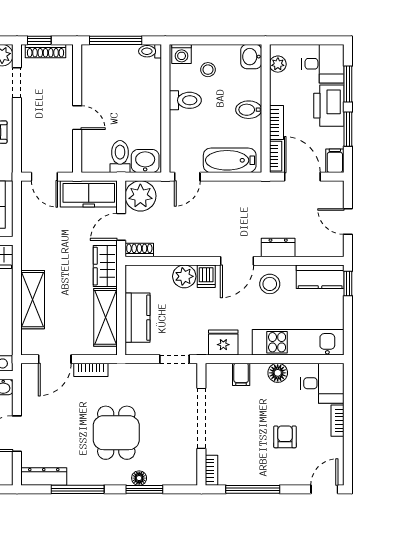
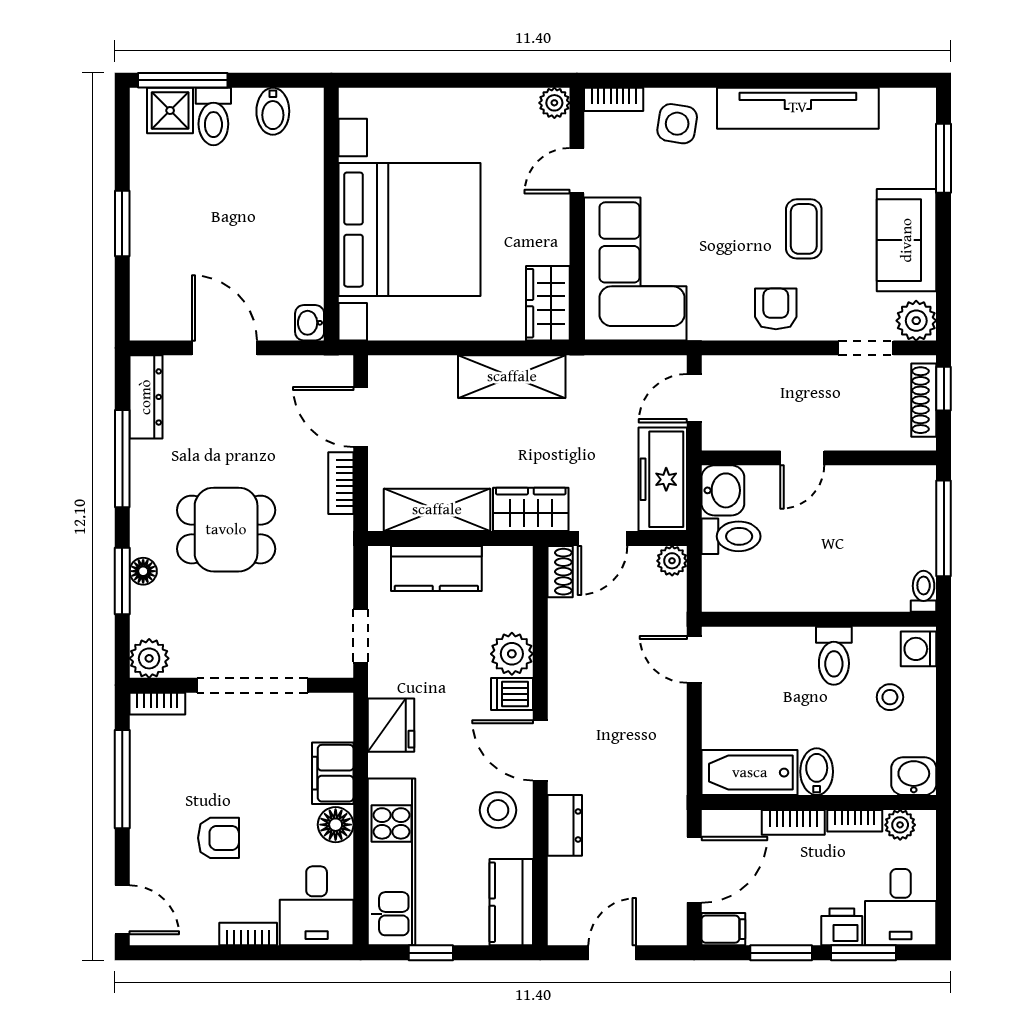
printer: (329, 106) -> (842, 927), width x0.53, depth x0.68
bookcase: (276, 156) -> (855, 821), moved
bathtub: (230, 160) -> (750, 773), moved, turned -90
washbasin: (145, 161) -> (723, 490), moved
plant: (140, 196) -> (672, 561), width x0.53, depth x0.53
door: (121, 227) -> (603, 539), swing flipped
window: (348, 284) -> (431, 953), moved
shelving: (33, 300) -> (512, 377), moved
filing cabinet: (241, 374) -> (333, 773), width x2.00
plant: (187, 475) -> (149, 658), added

